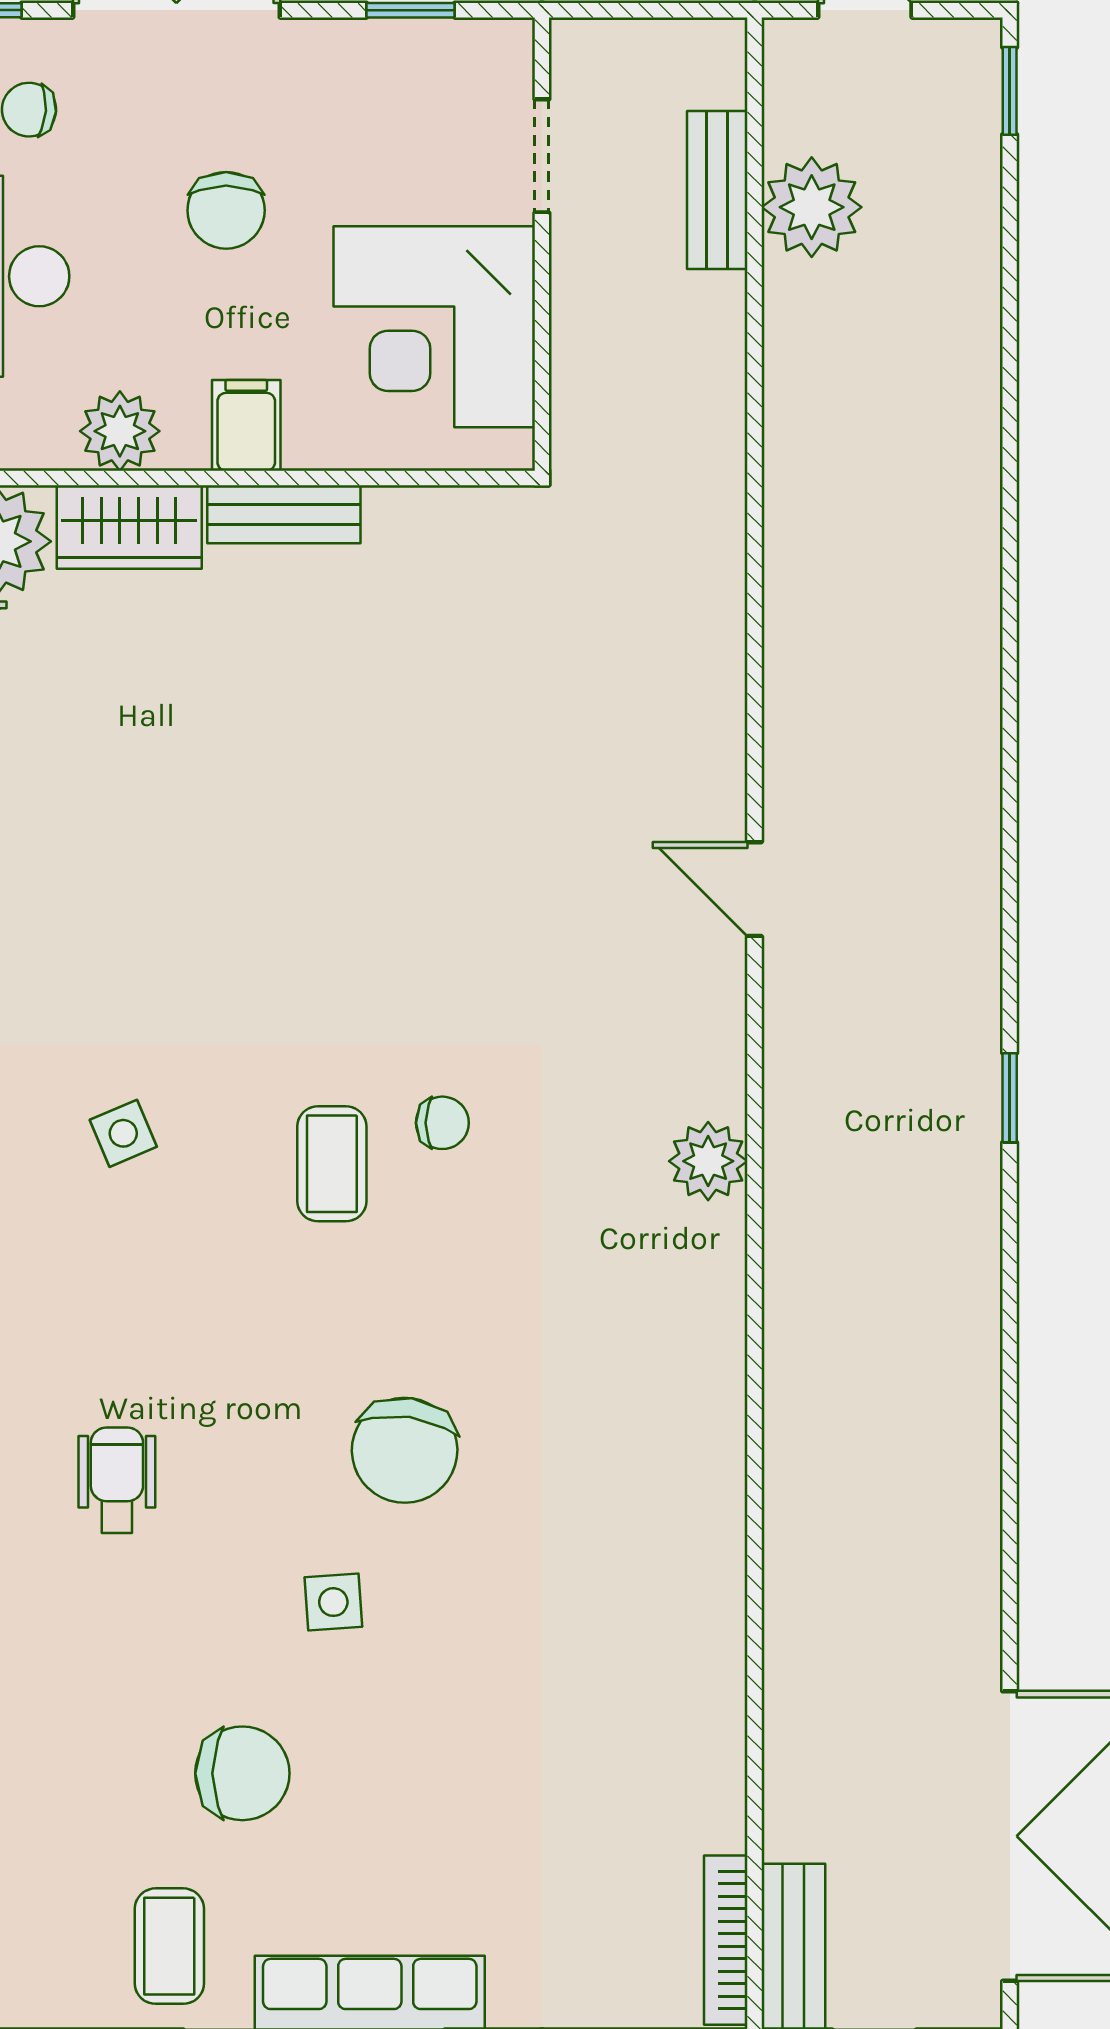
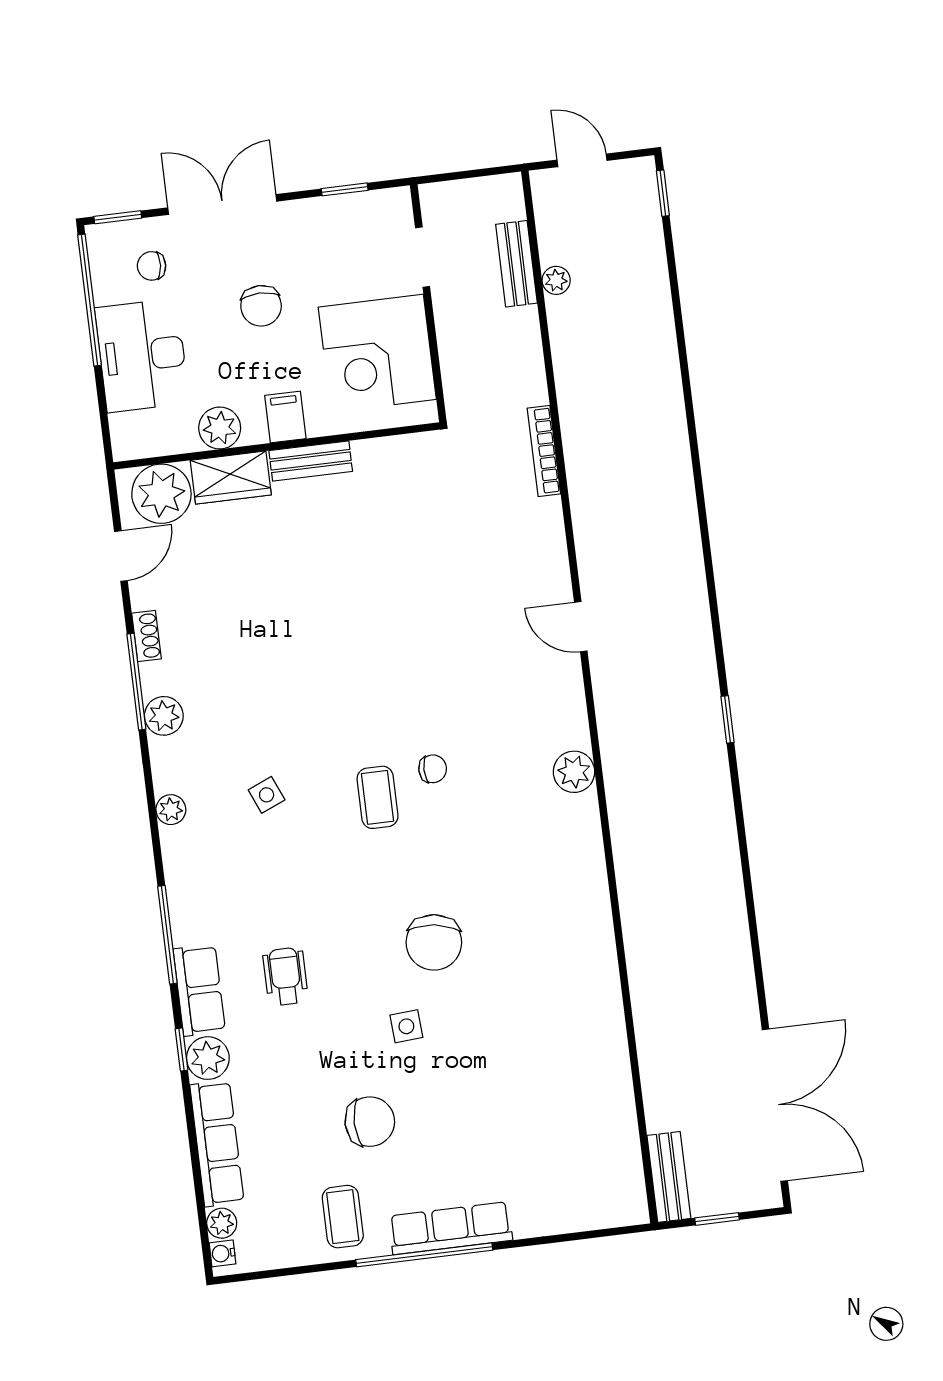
plant: (812, 207) -> (556, 280), width x0.53, depth x0.53
bookcase: (726, 1940) -> (544, 451), moved

